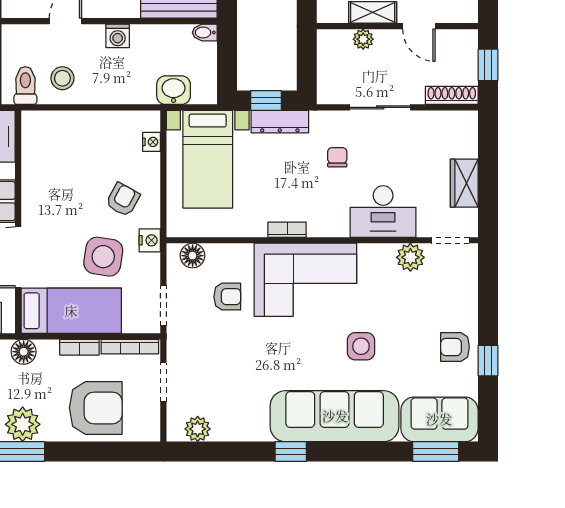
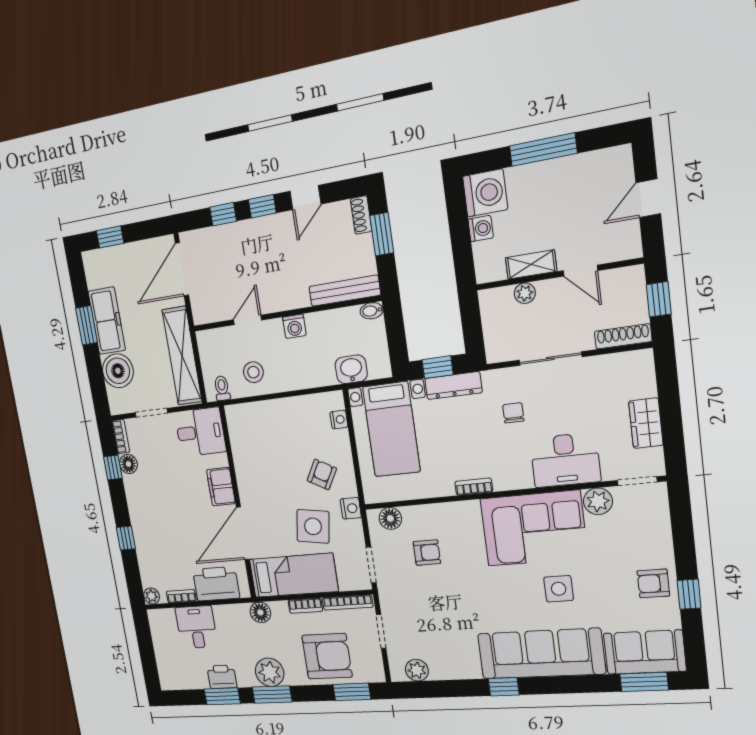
toilet: (25, 86) -> (222, 388), width x0.73, depth x0.72
corner sofa: (305, 280) -> (534, 528), moved
window: (119, 452) -> (352, 692), added

